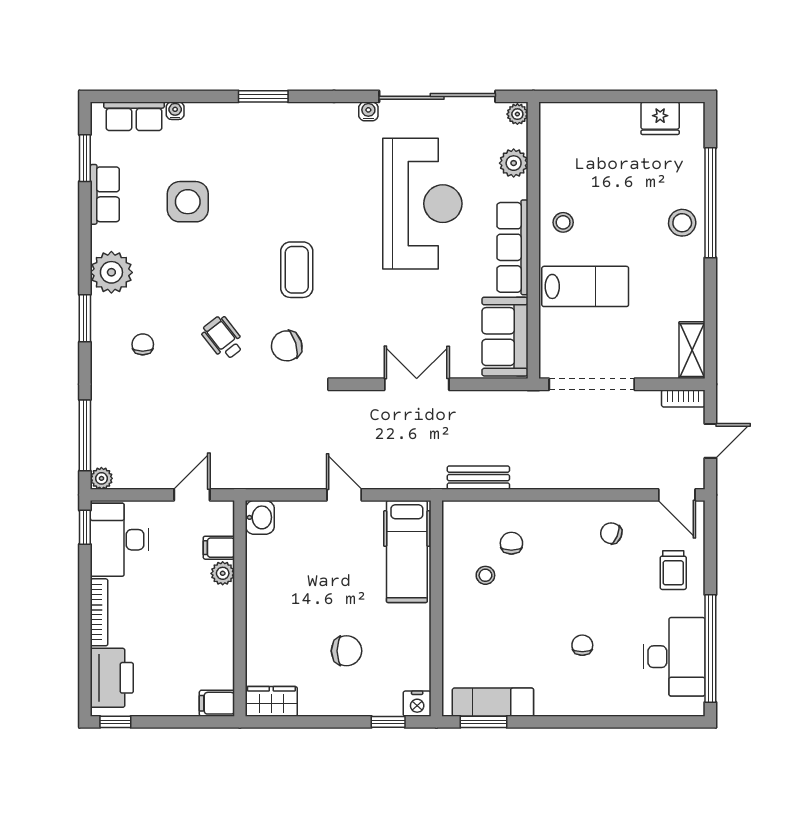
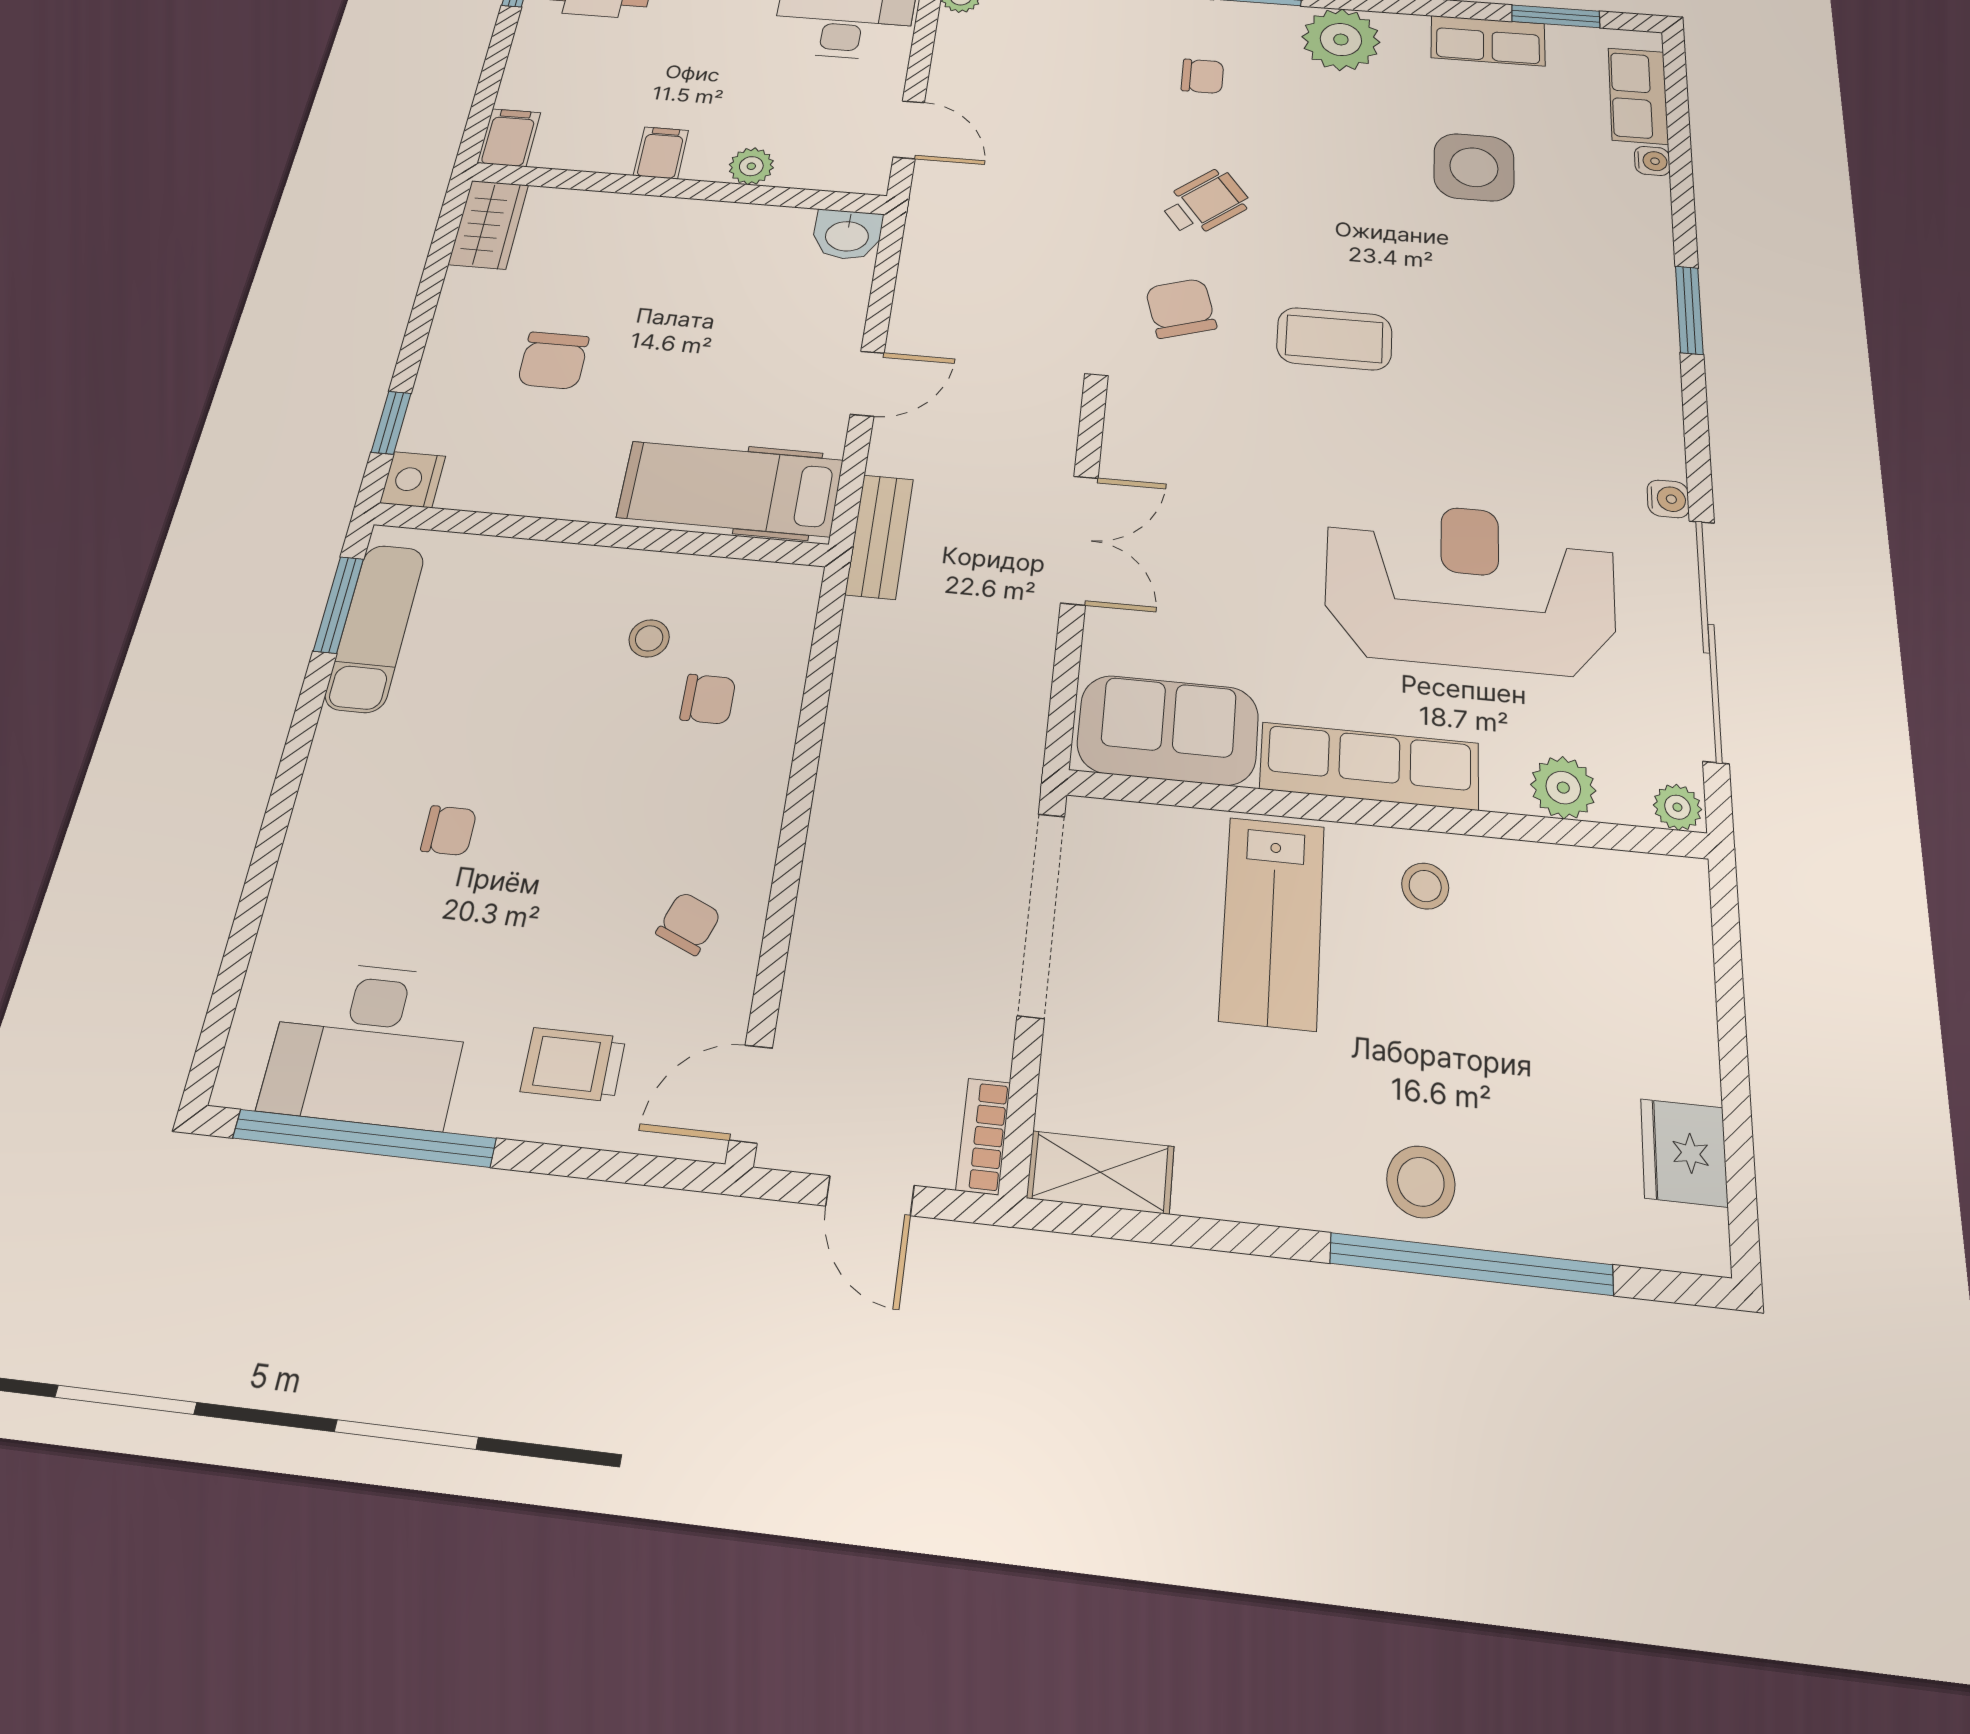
reception desk: (422, 204) -> (1470, 587), turned 180
bench: (478, 478) -> (879, 536), moved
filing cabinet: (219, 548) -> (661, 153), moved

